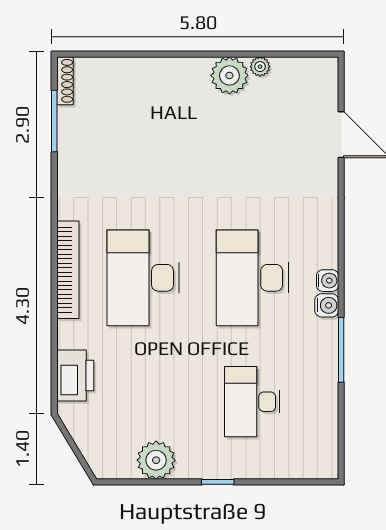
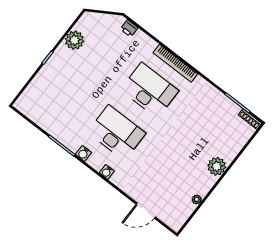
plant: (229, 75) -> (217, 166), moved
water cooler: (328, 281) -> (107, 172), moved
printer: (75, 375) -> (129, 28), width x0.53, depth x0.68
desk: (252, 402) -> (68, 95), removed

